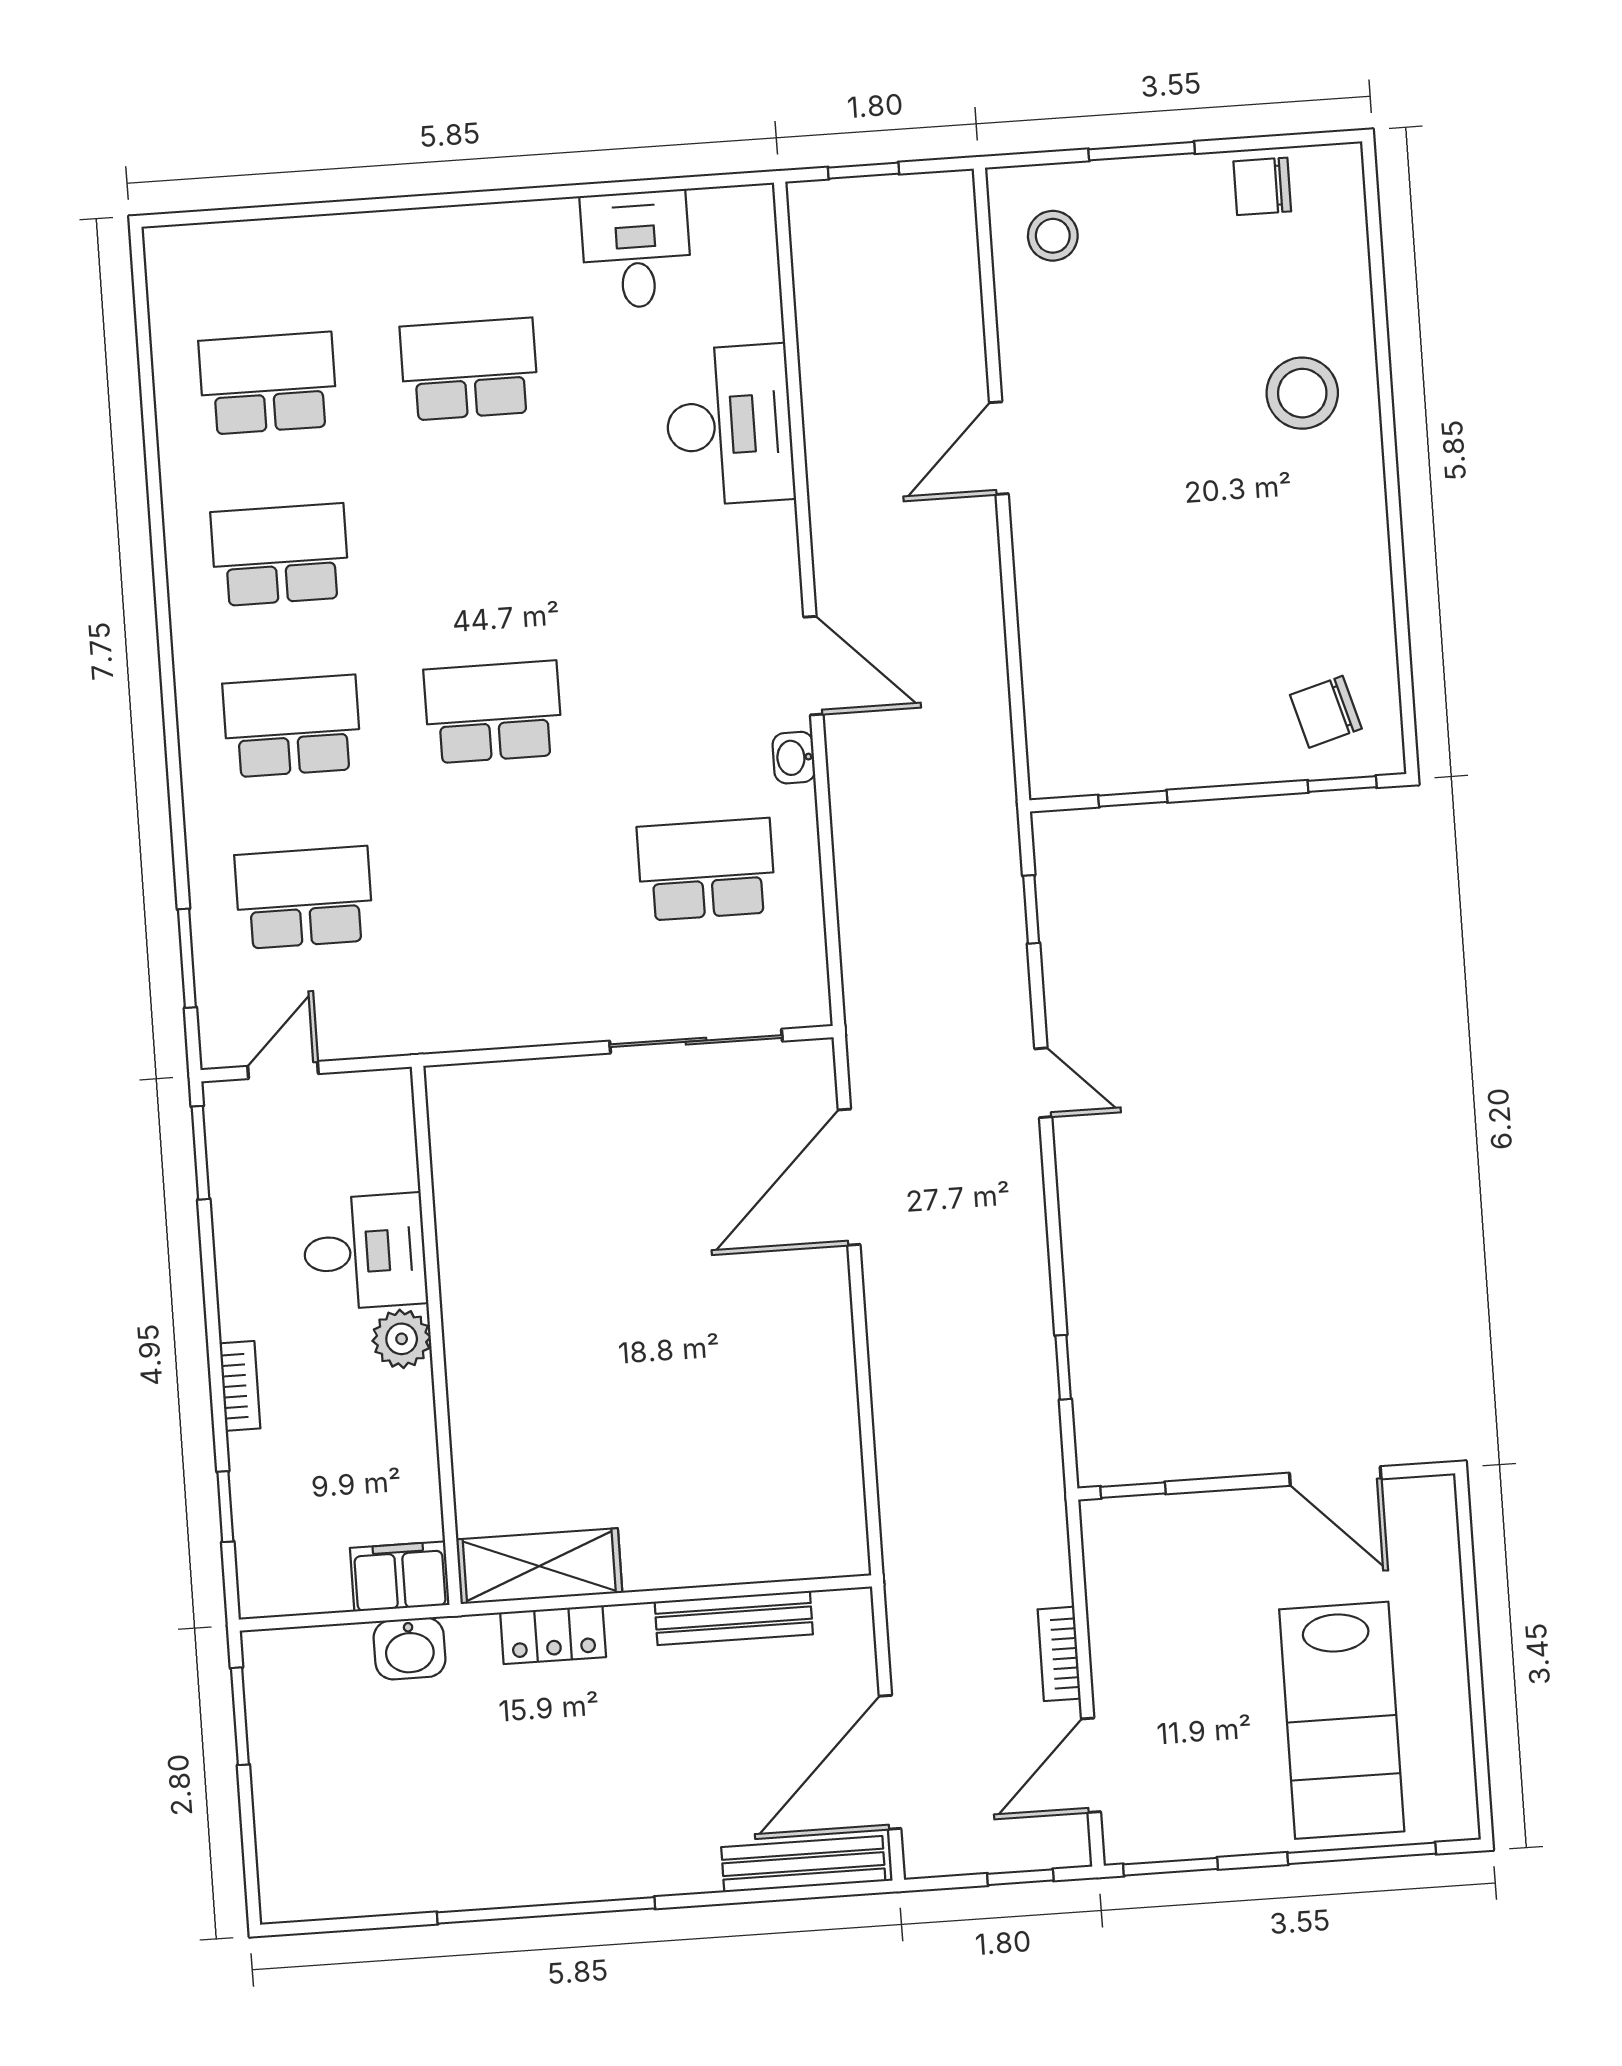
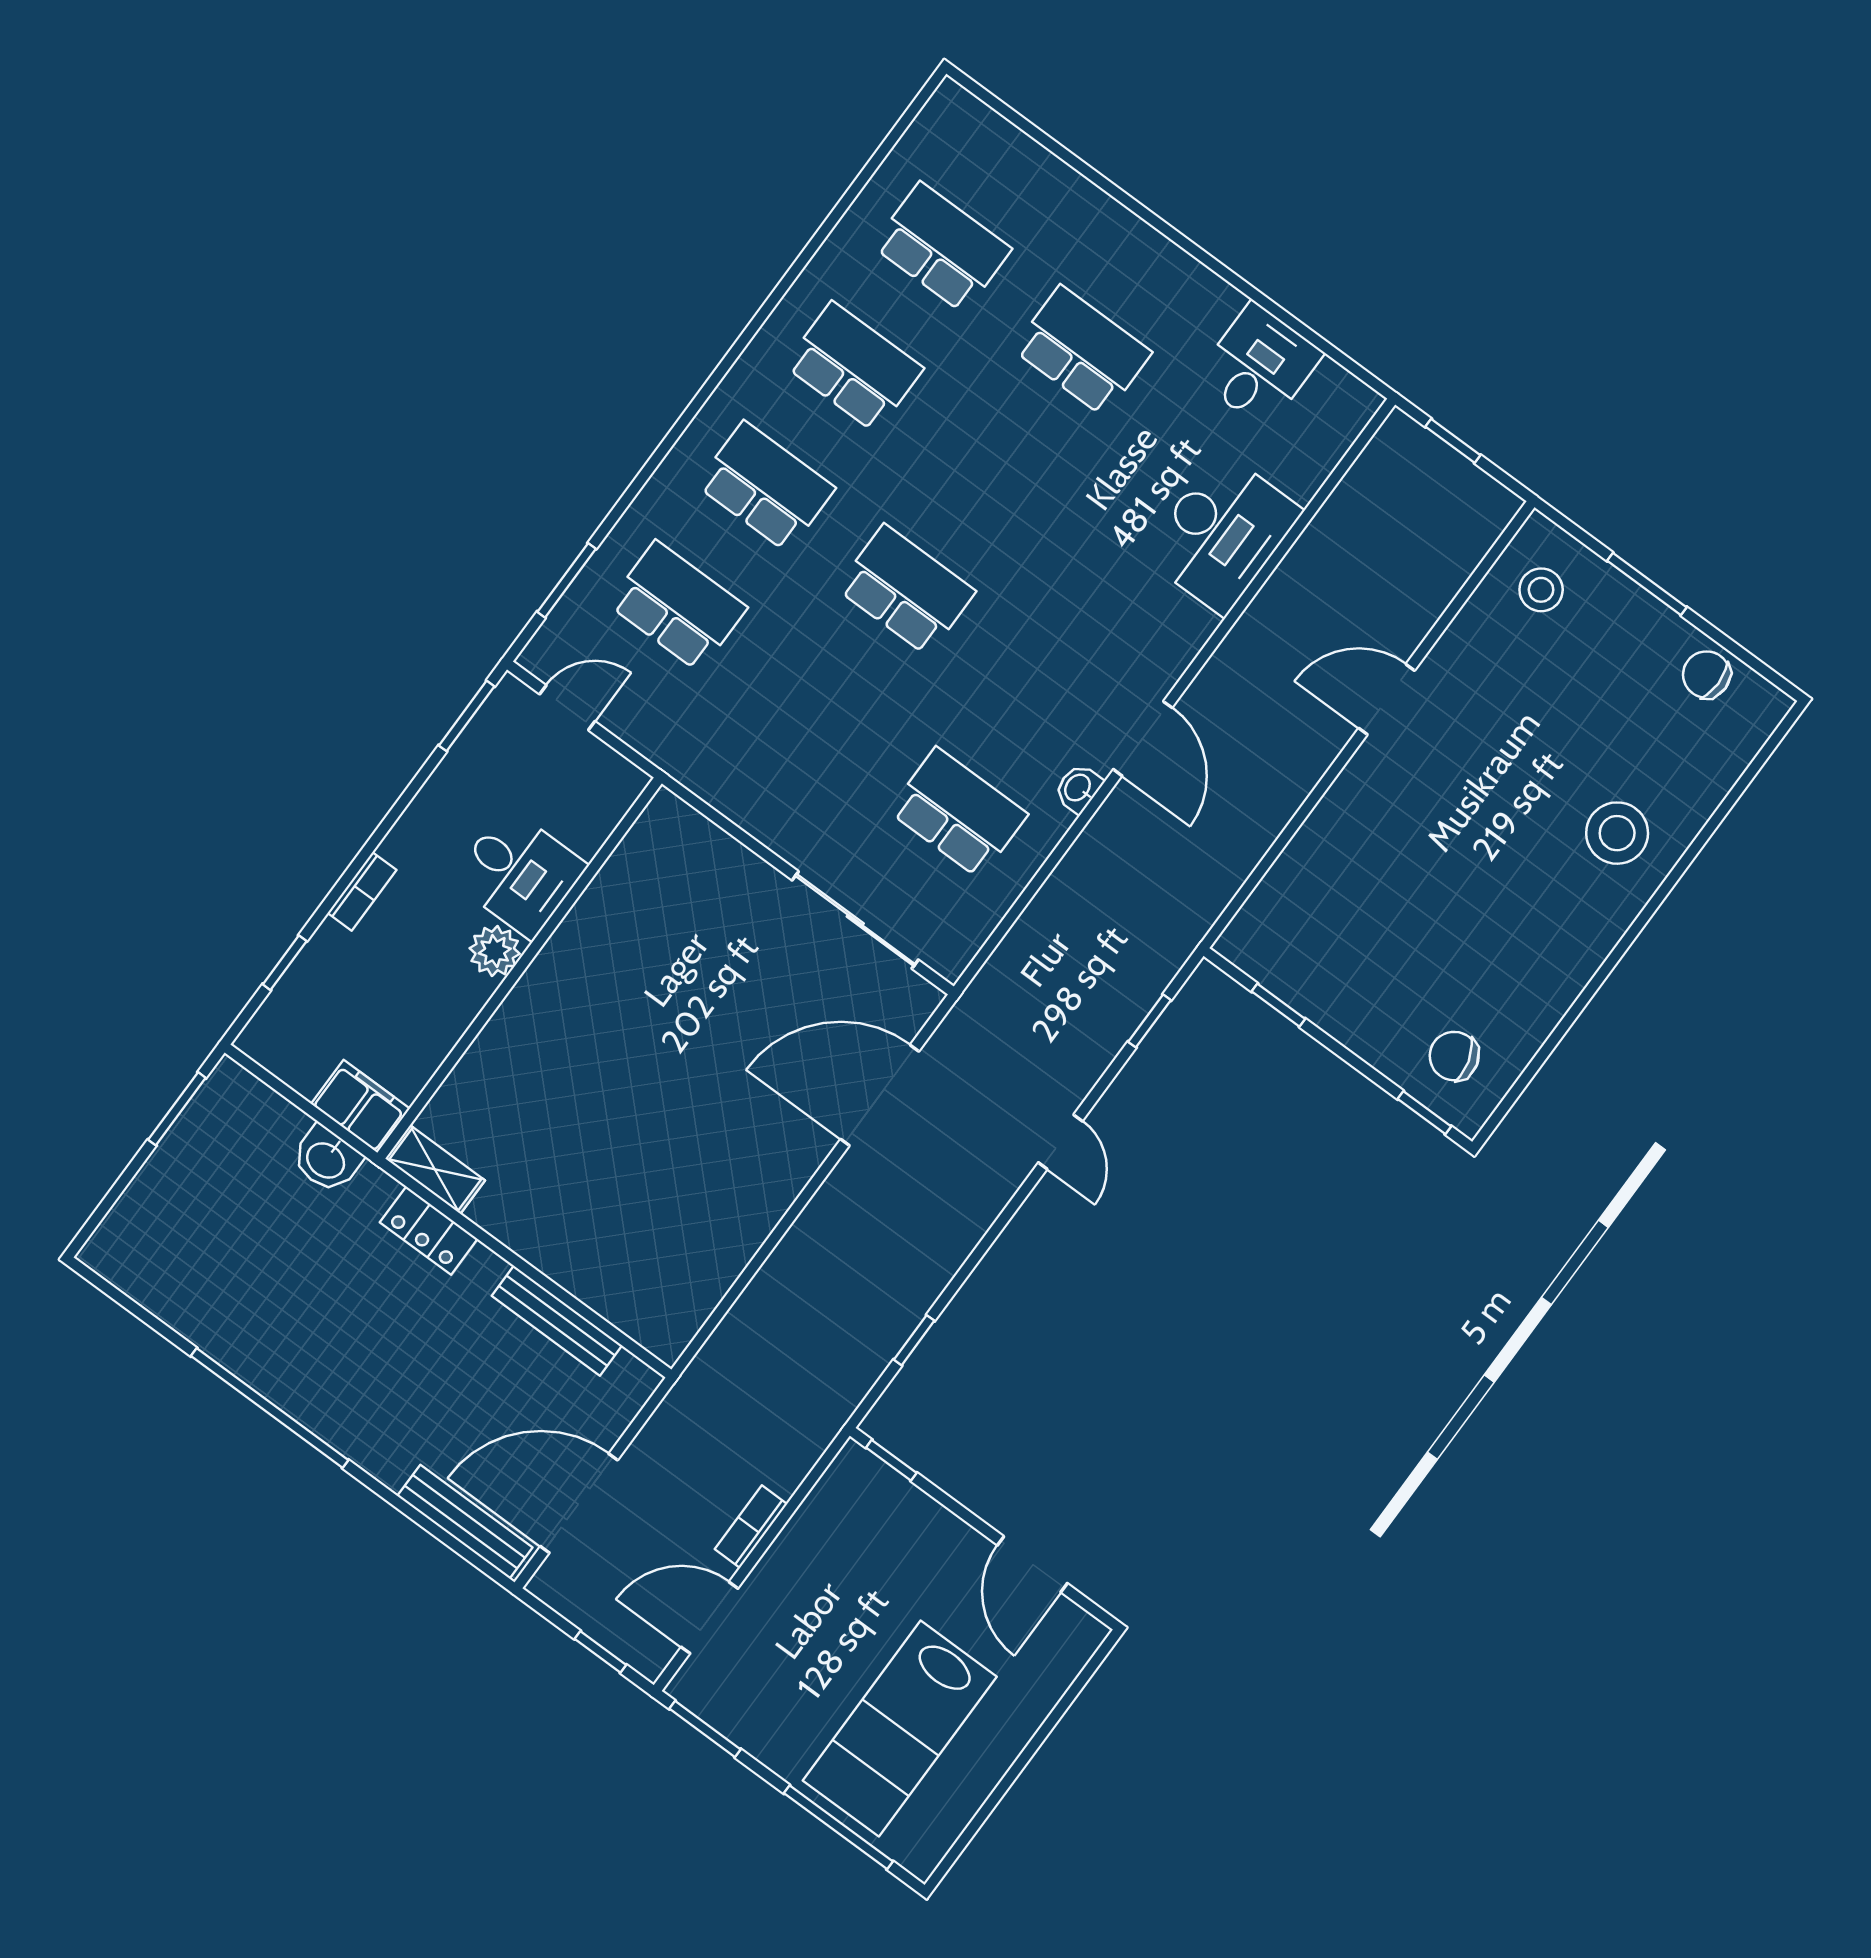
shelving: (539, 1566) -> (435, 1169), width x0.67, depth x0.75

